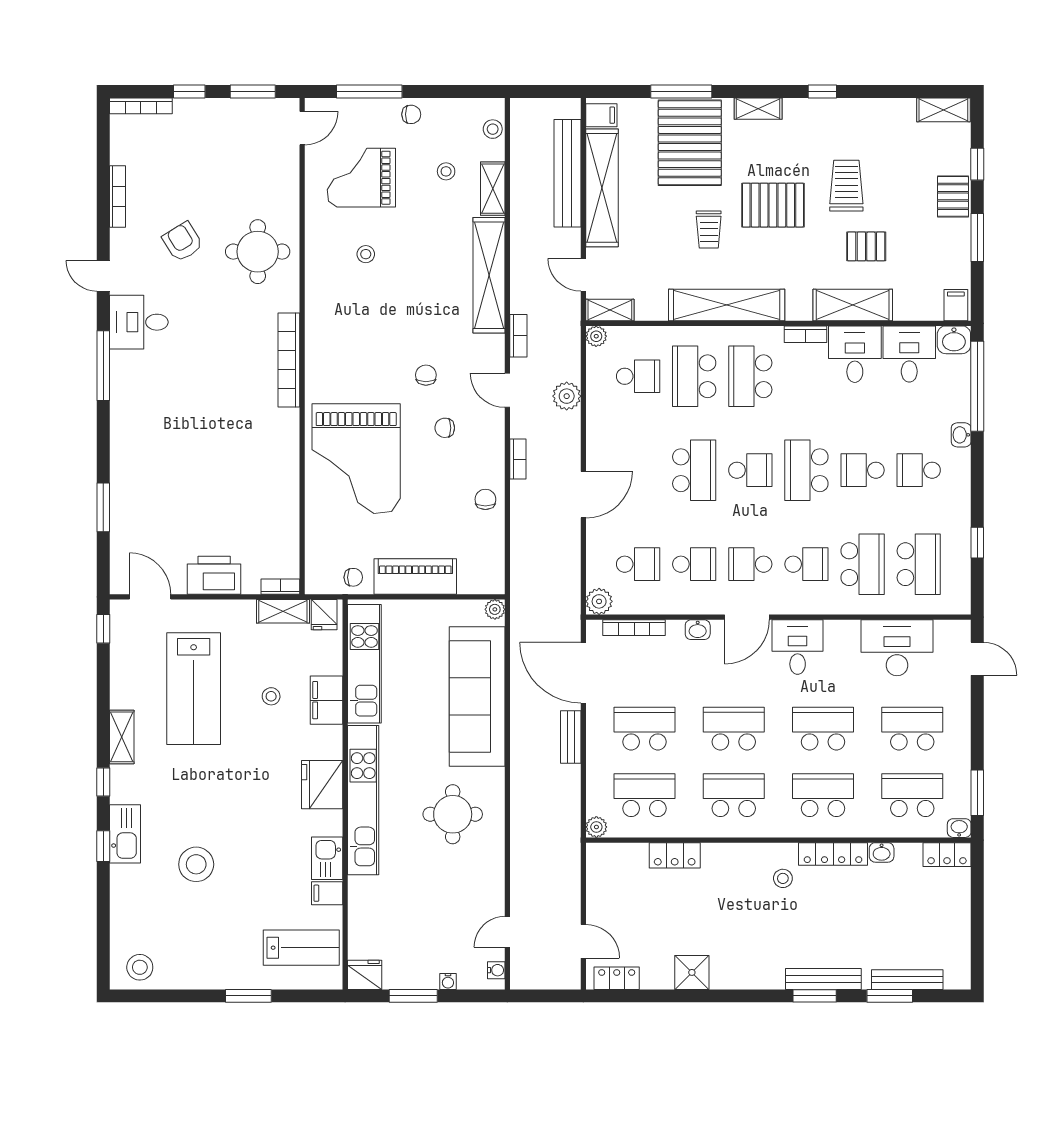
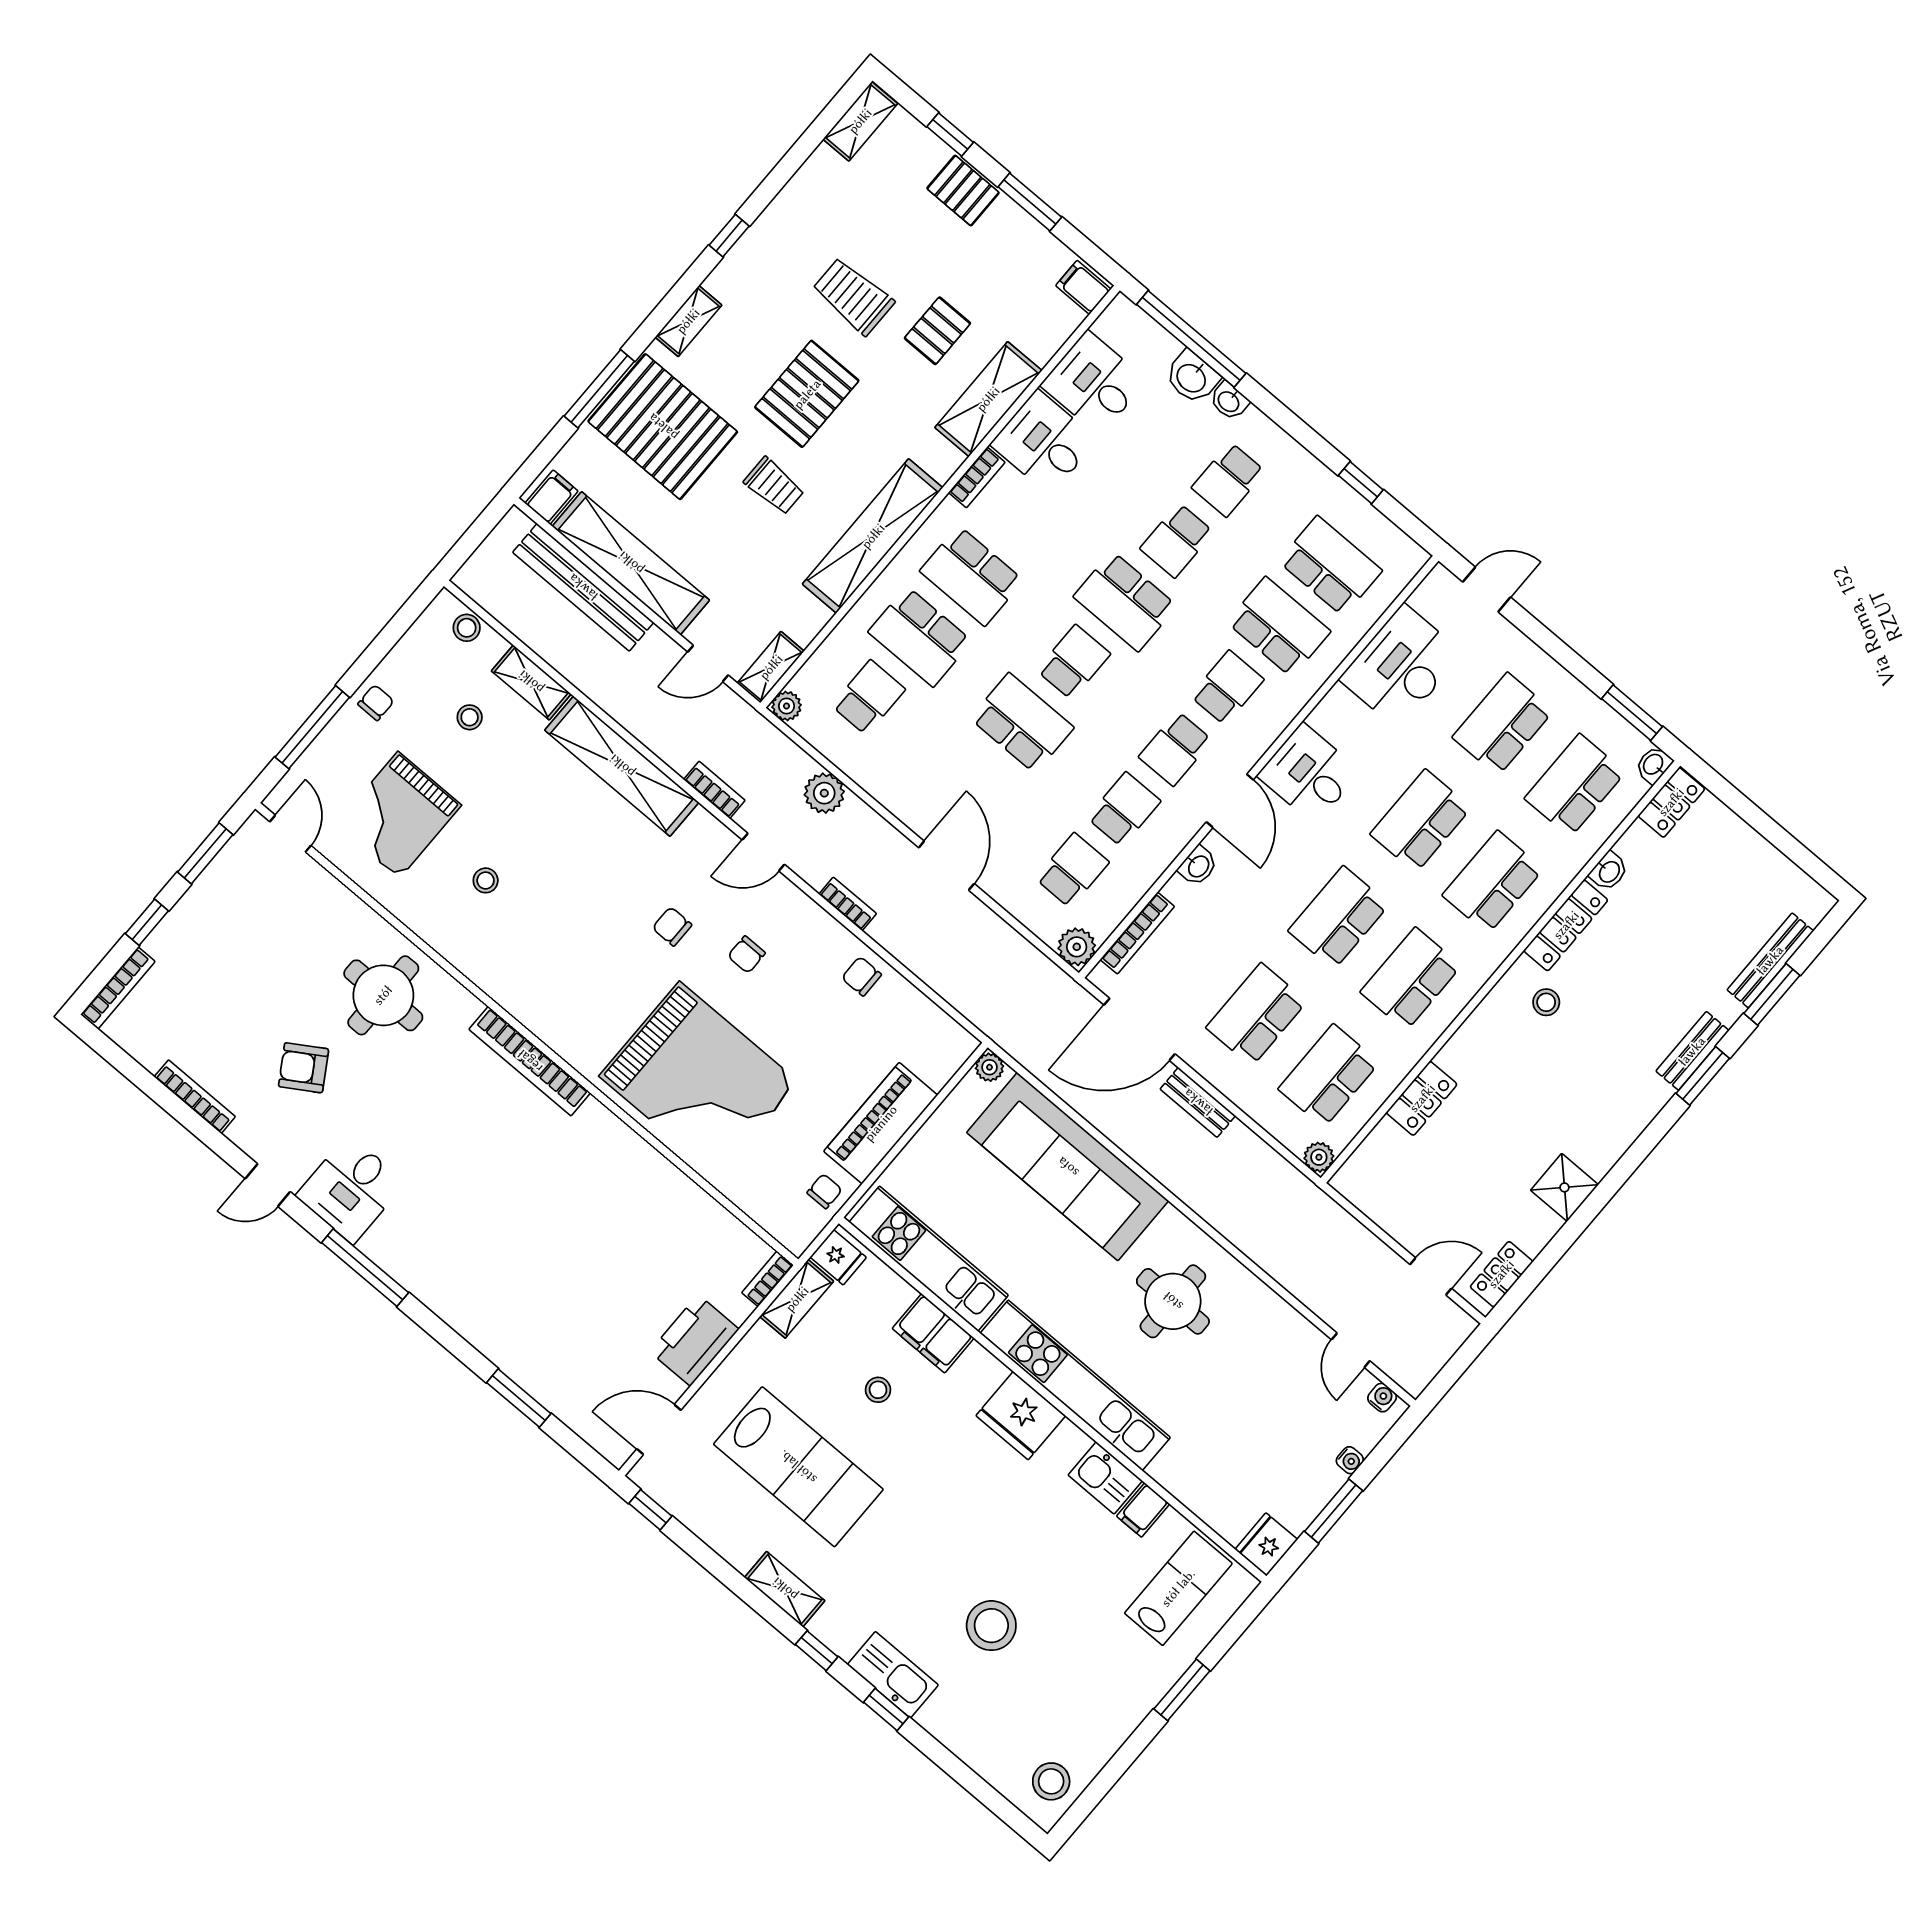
washbasin: (954, 340) -> (1192, 377), moved, turned 90
bench: (823, 979) -> (1692, 1051), width x0.73

